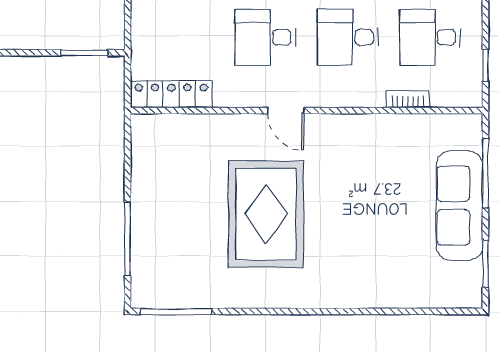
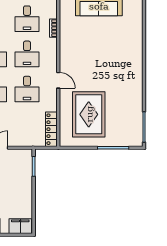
door: (286, 111) -> (58, 80), hinge flipped
rug: (266, 214) -> (89, 114), moved, turned 90

